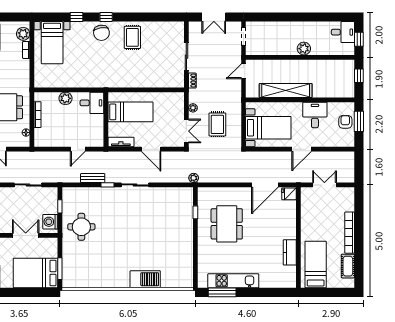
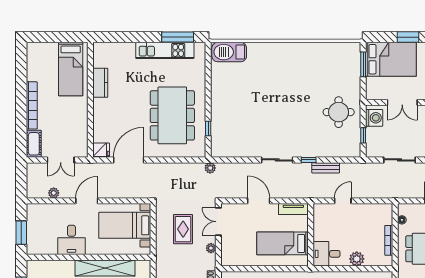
armchair: (345, 122) -> (37, 232), removed
plant: (330, 156) -> (54, 193), added
dining table: (227, 224) -> (172, 115), width x1.36, depth x1.24
cot: (348, 266) -> (34, 144), moved
barbecue: (145, 279) -> (229, 52), moved
window: (21, 292) -> (408, 37), added

